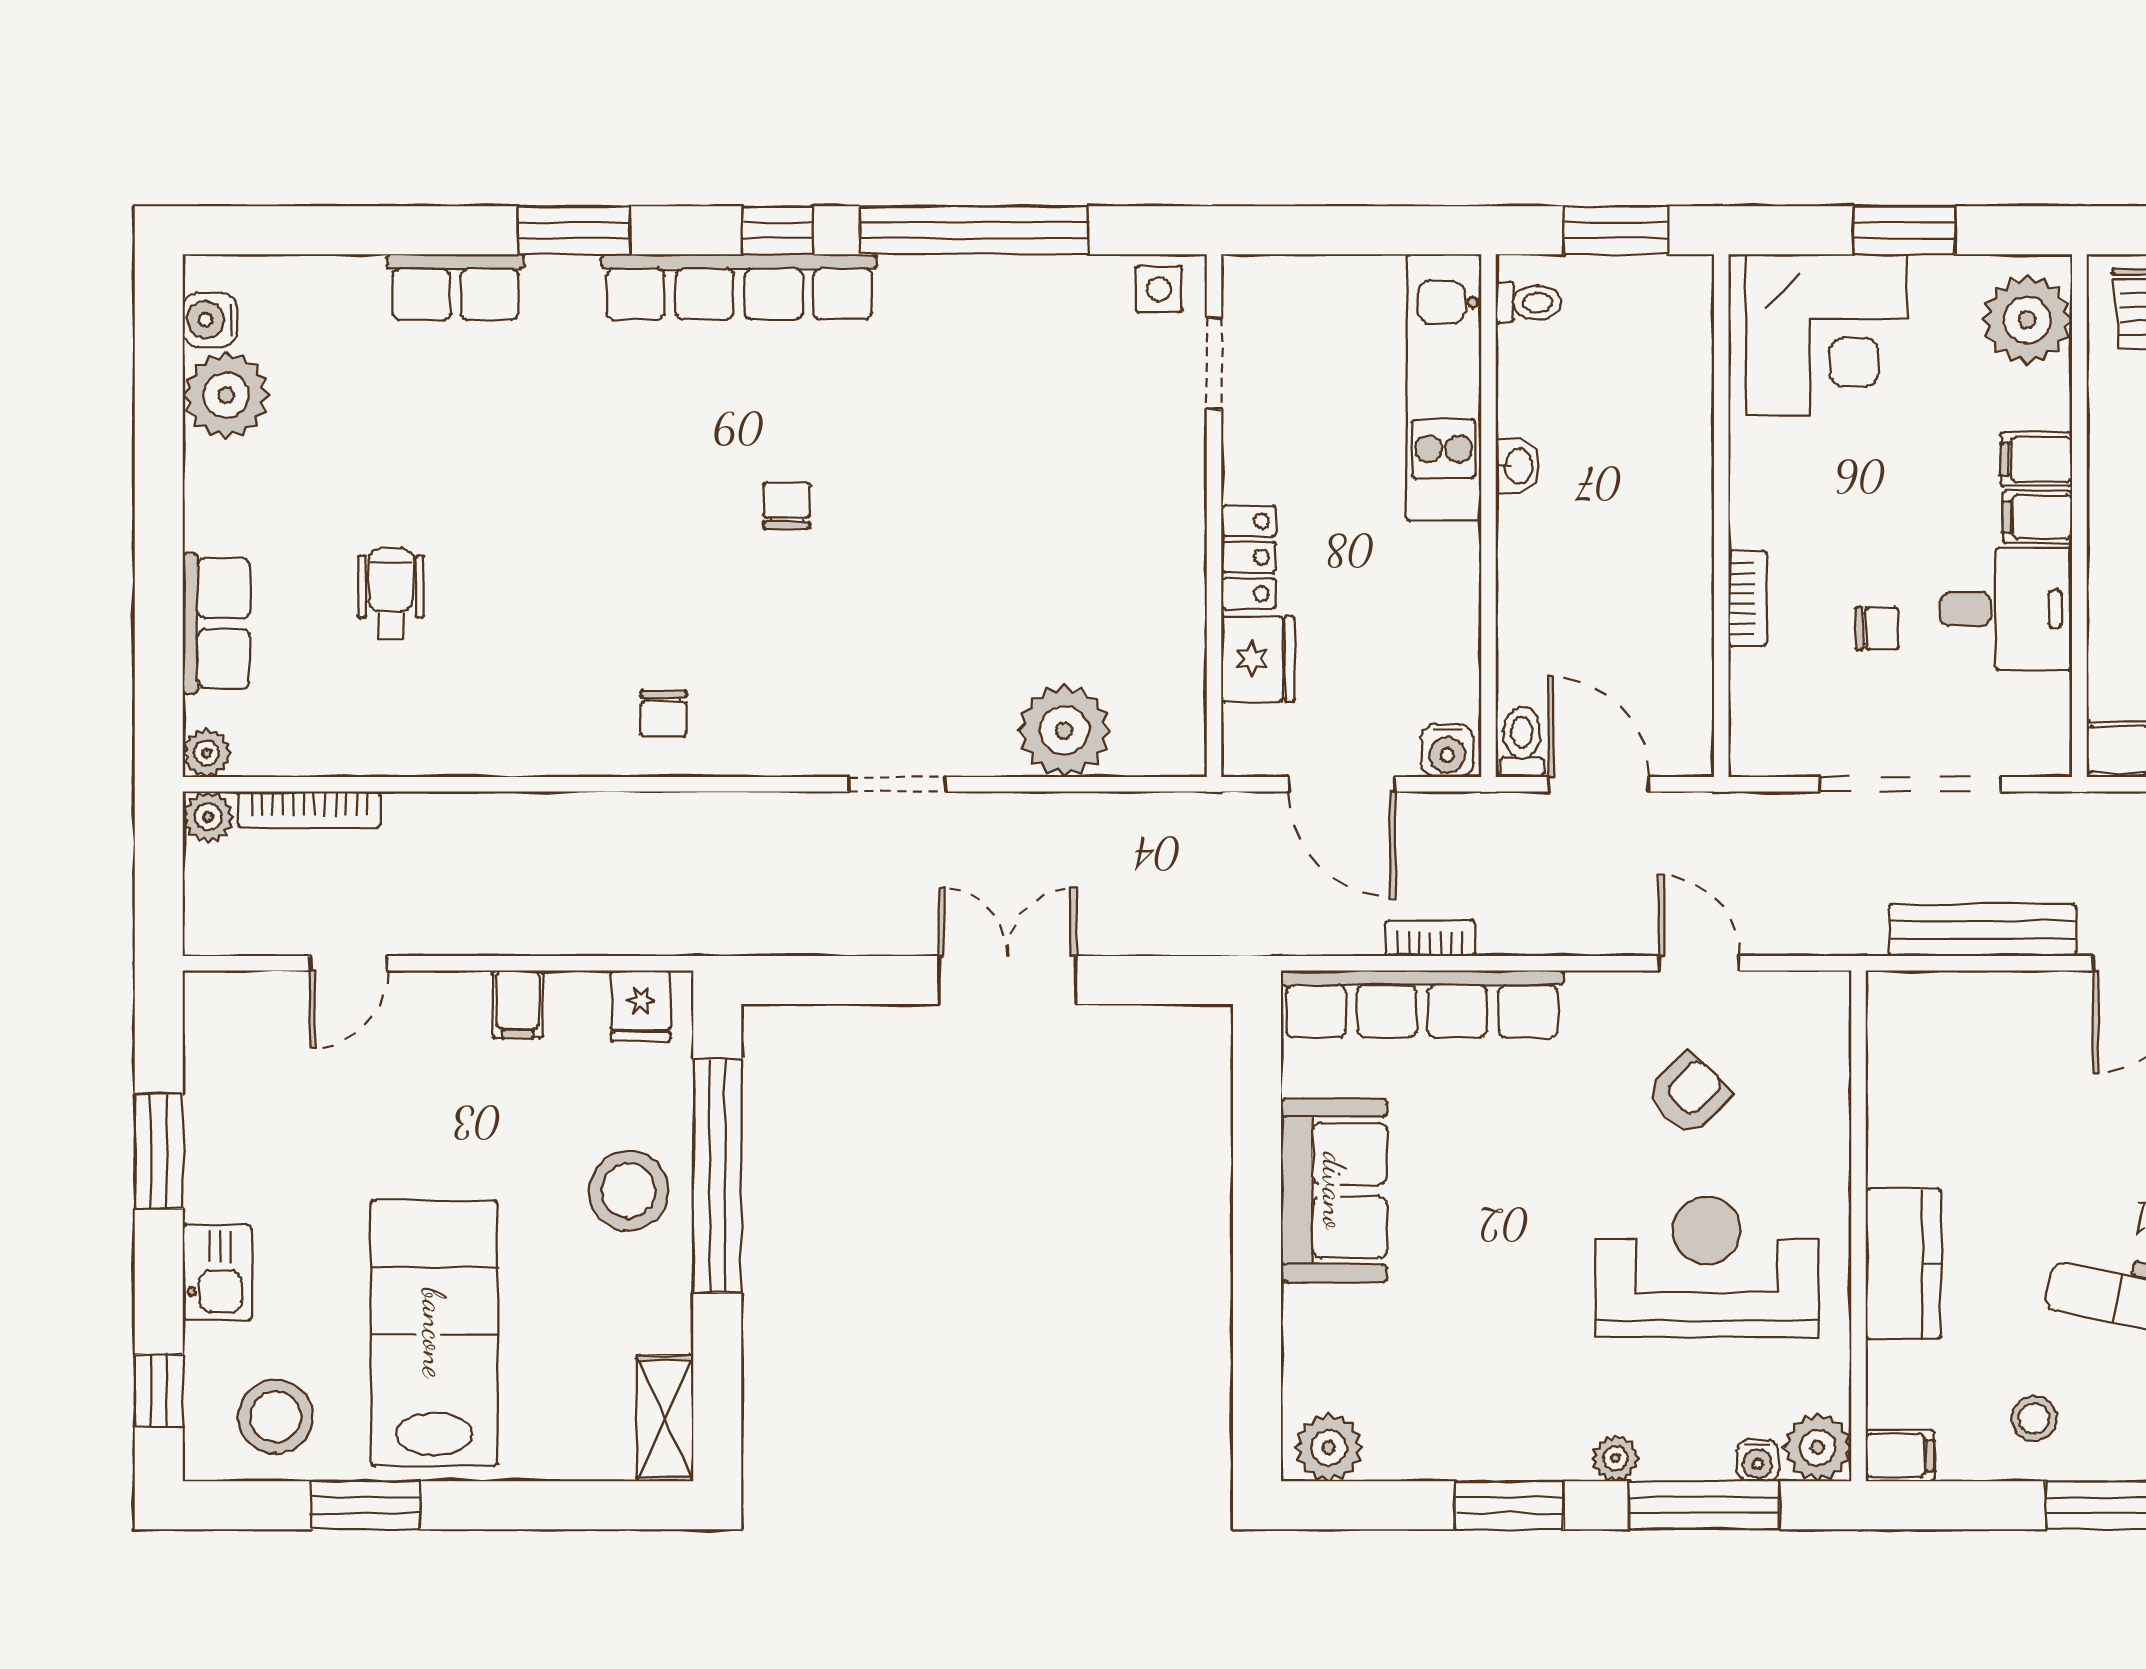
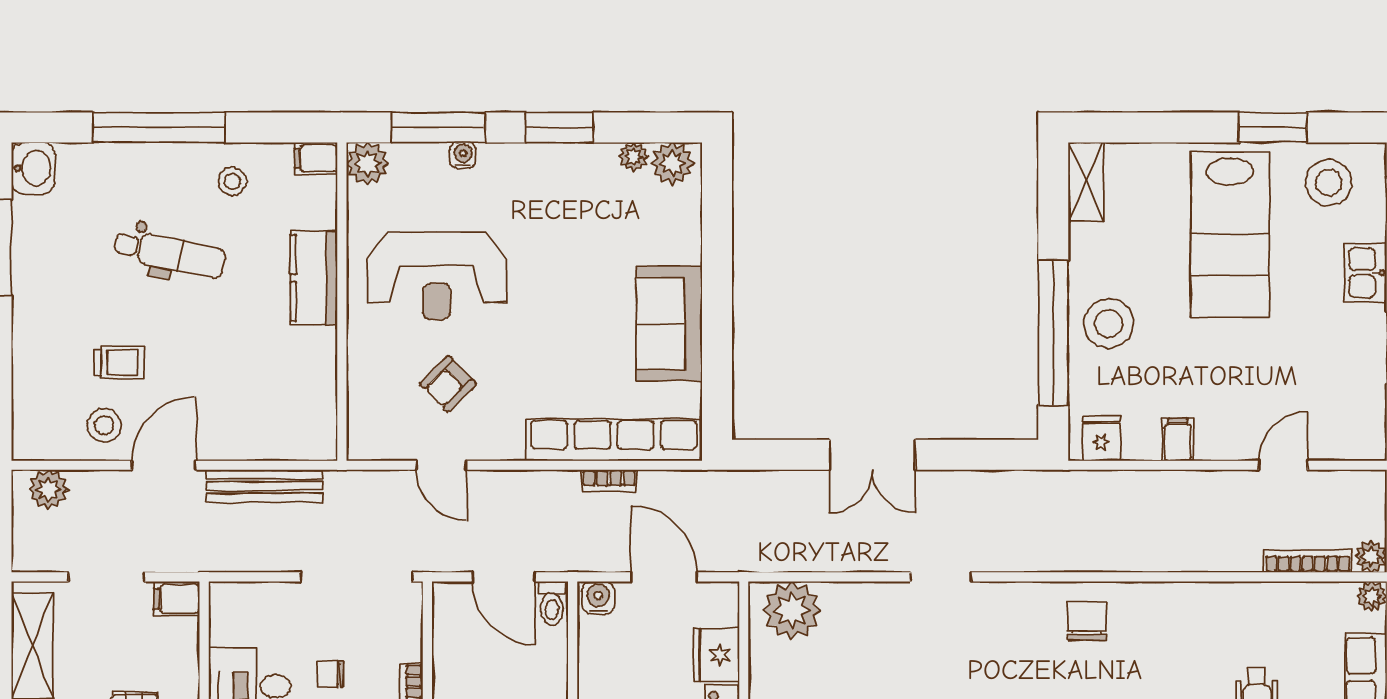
chair: (664, 713) -> (1087, 621), width x1.37, depth x1.37
plant: (1064, 731) -> (792, 610), moved
doorway: (1910, 784) -> (357, 577), moved
plant: (1615, 1458) -> (634, 157), moved
water cooler: (1758, 1460) -> (463, 155), moved

